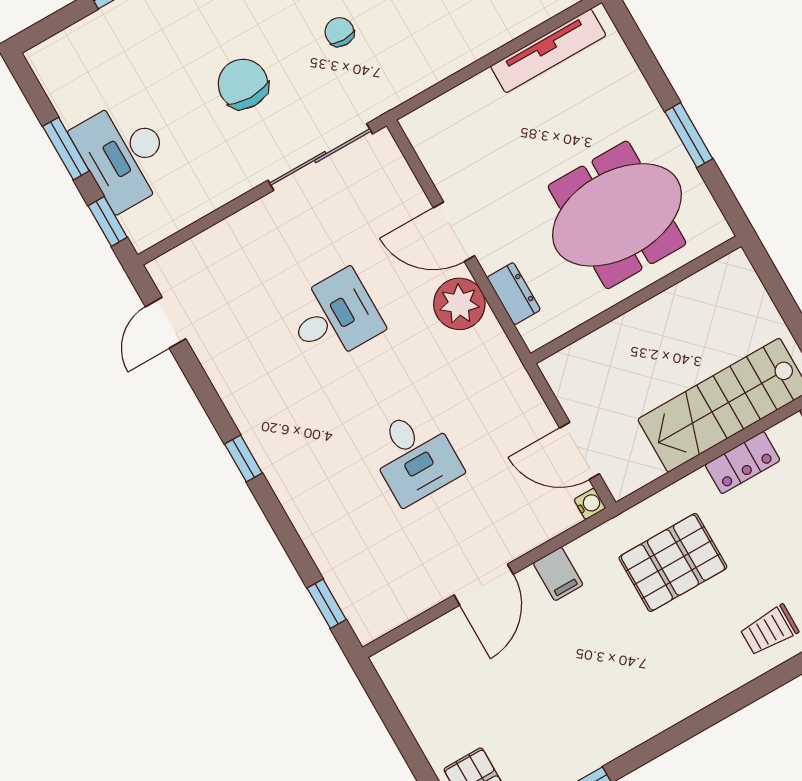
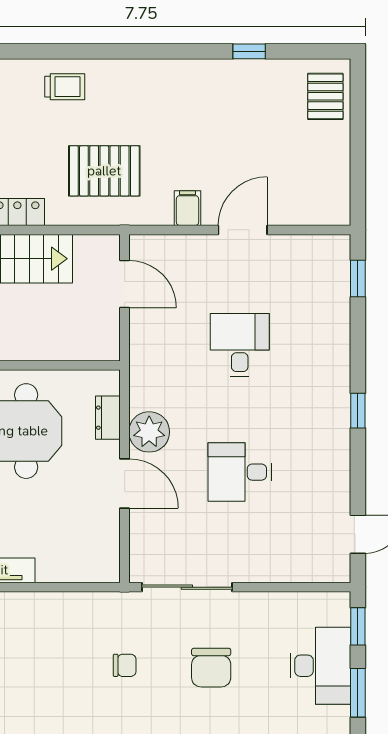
chair: (339, 32) -> (125, 665), turned -90
water cooler: (590, 504) -> (138, 244), removed

